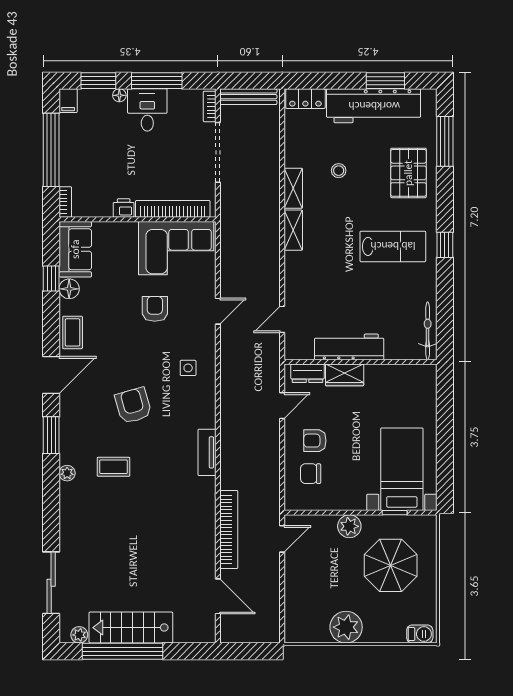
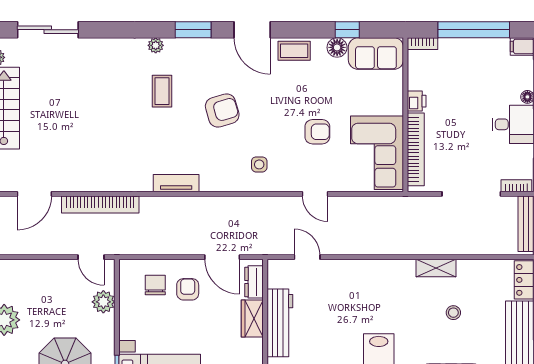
shelving: (293, 230) -> (395, 268), removed
door: (282, 406) -> (222, 257), width x1.38
plant: (349, 526) -> (103, 302), moved

